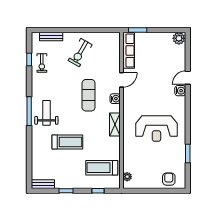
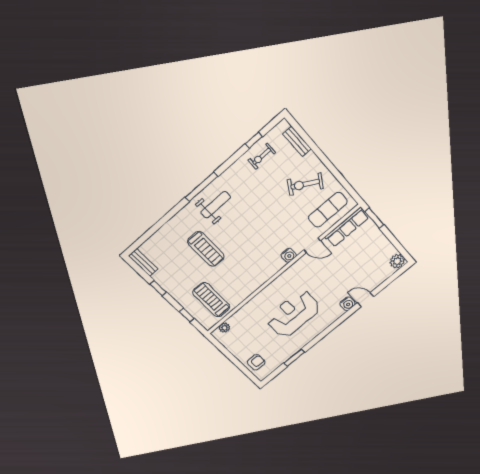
exercise mat: (89, 95) -> (328, 210), moved
shelving: (115, 125) -> (263, 276), removed
reception desk: (156, 128) -> (293, 314), turned 90

